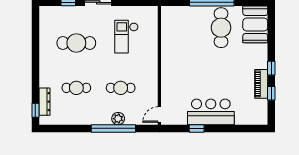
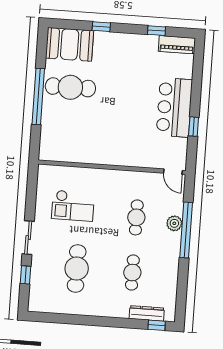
window: (271, 68) -> (101, 27), moved
piano: (261, 84) -> (177, 45), moved

